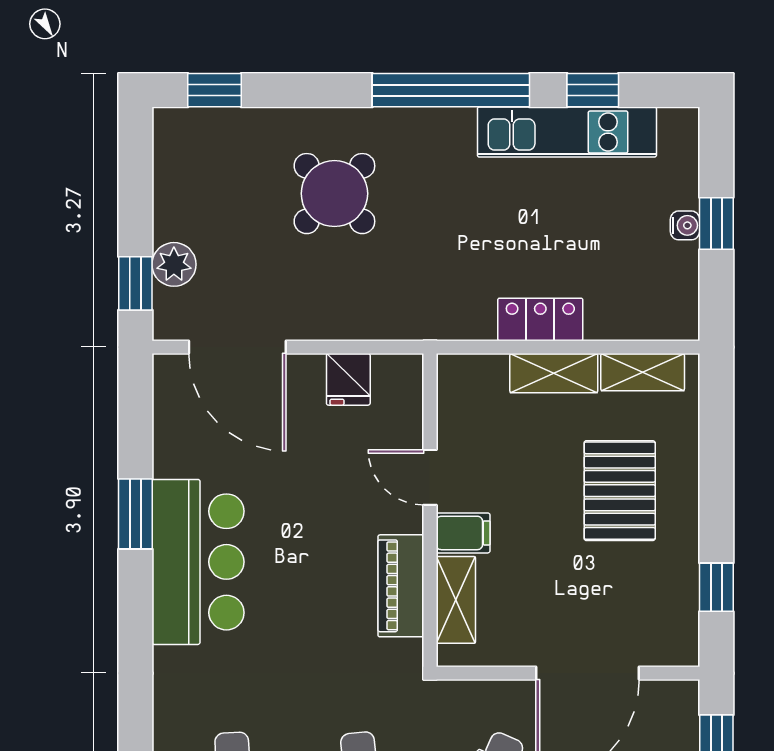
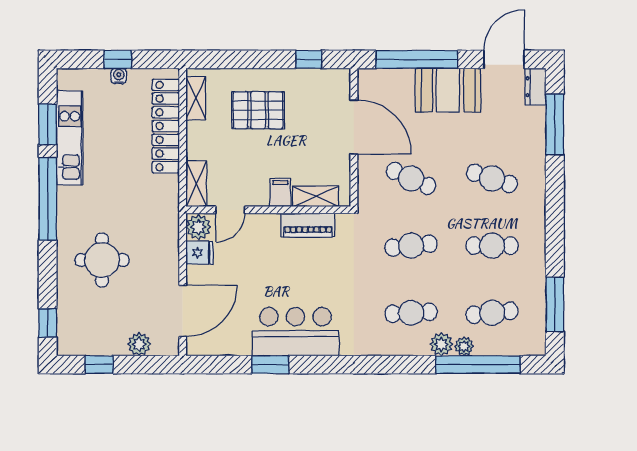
window: (593, 90) -> (48, 124), width x1.50
round table: (334, 194) -> (102, 260), turned 45
window: (135, 283) -> (99, 365), moved
locker: (540, 319) -> (166, 126), width x2.16, depth x1.21
shelving: (554, 373) -> (196, 184), moved
plant: (397, 377) -> (198, 227), added
door: (430, 477) -> (230, 210), moved

